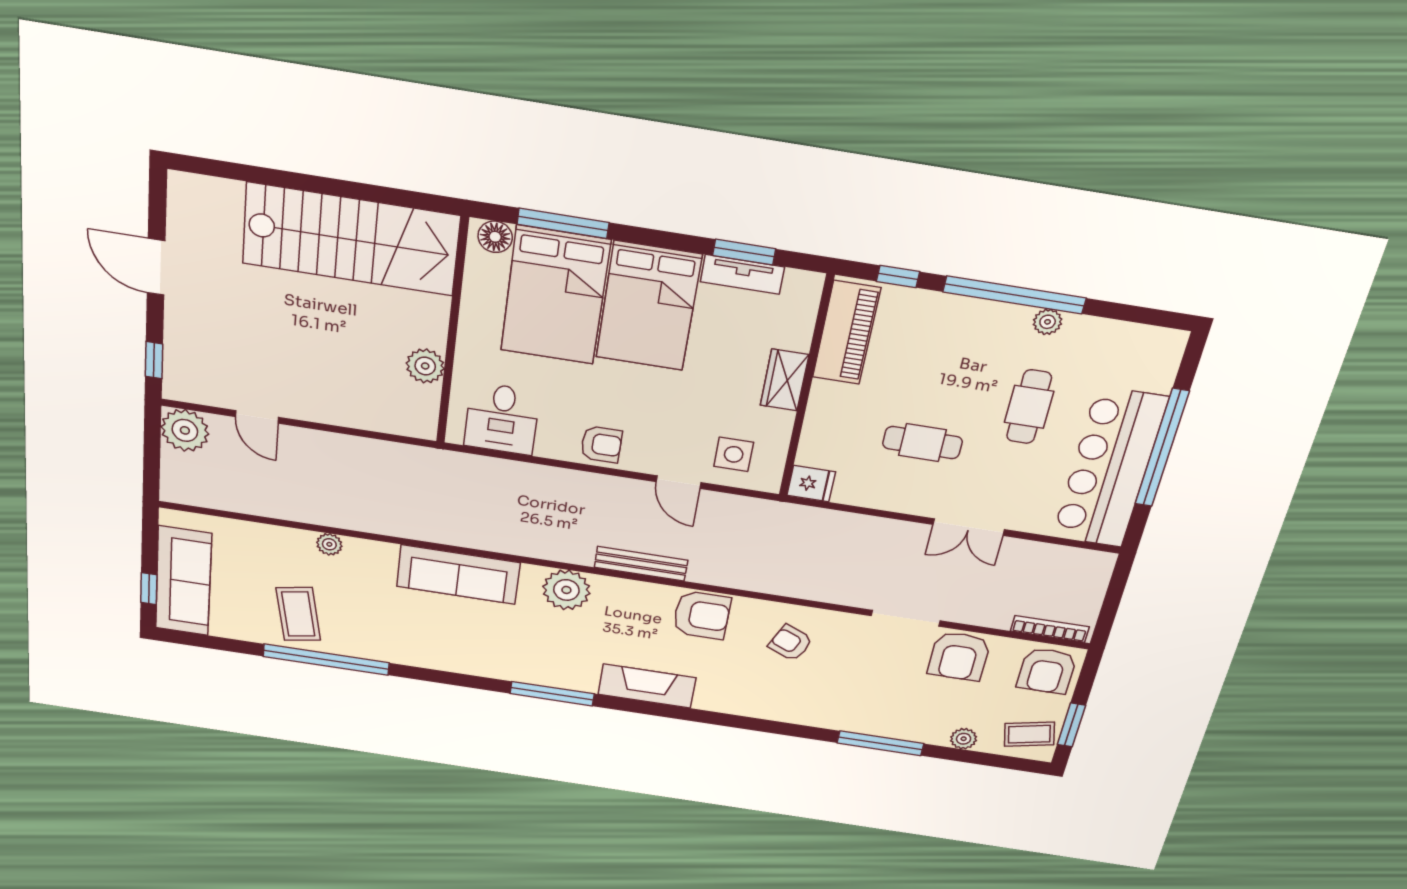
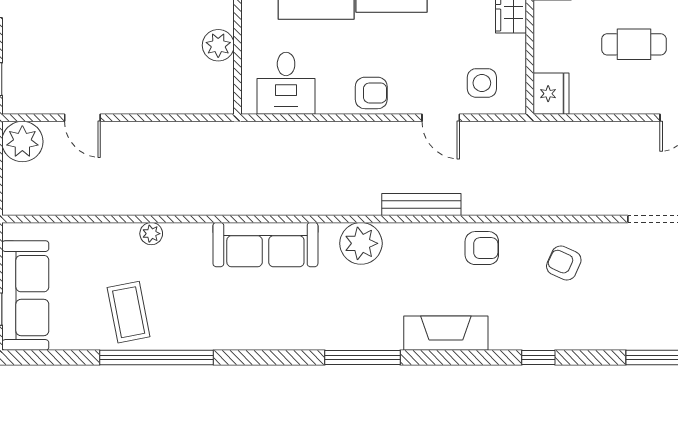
fridge: (811, 484) -> (551, 94), width x1.38
armchair: (702, 615) -> (482, 248), width x0.72, depth x0.72
window: (744, 723) -> (538, 357), added

